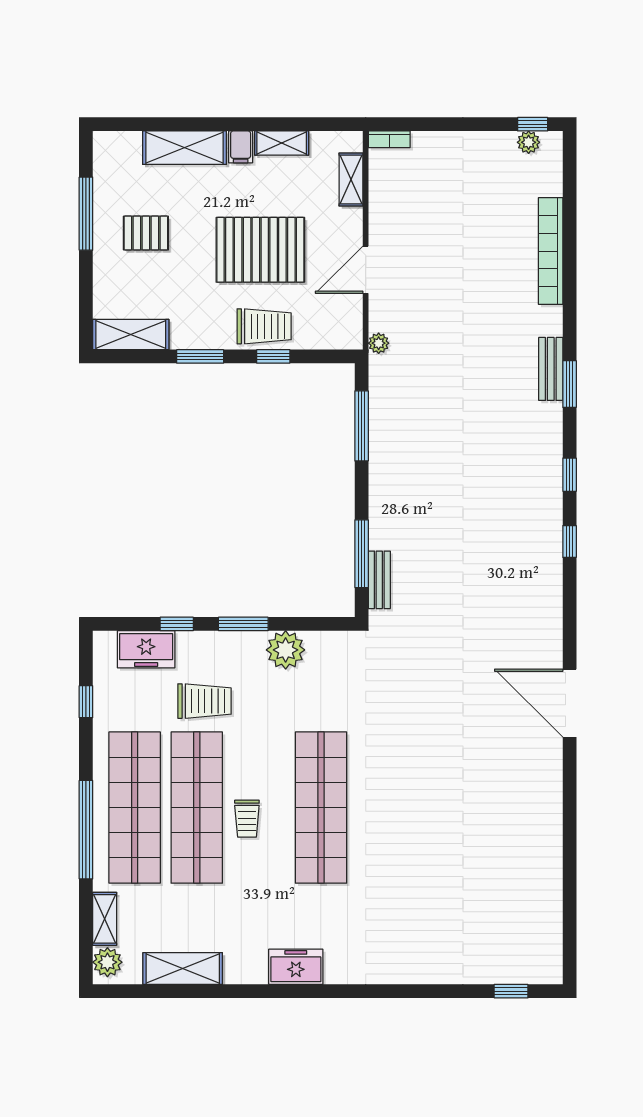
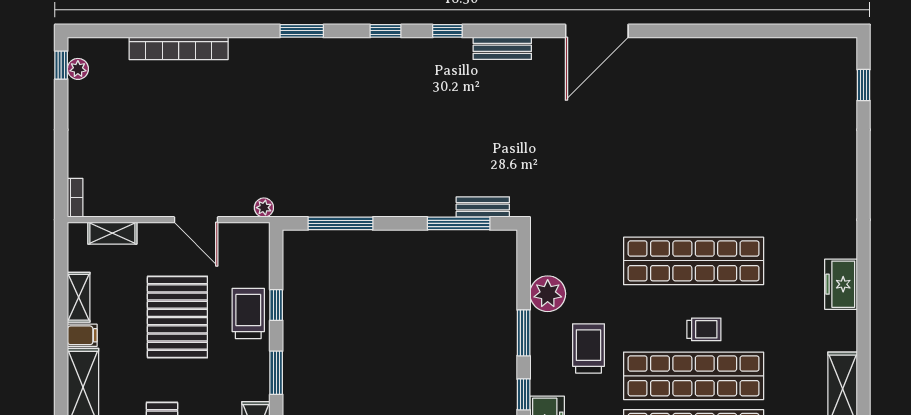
bench: (551, 369) -> (502, 48), moved
trolley: (205, 701) -> (588, 349), moved

